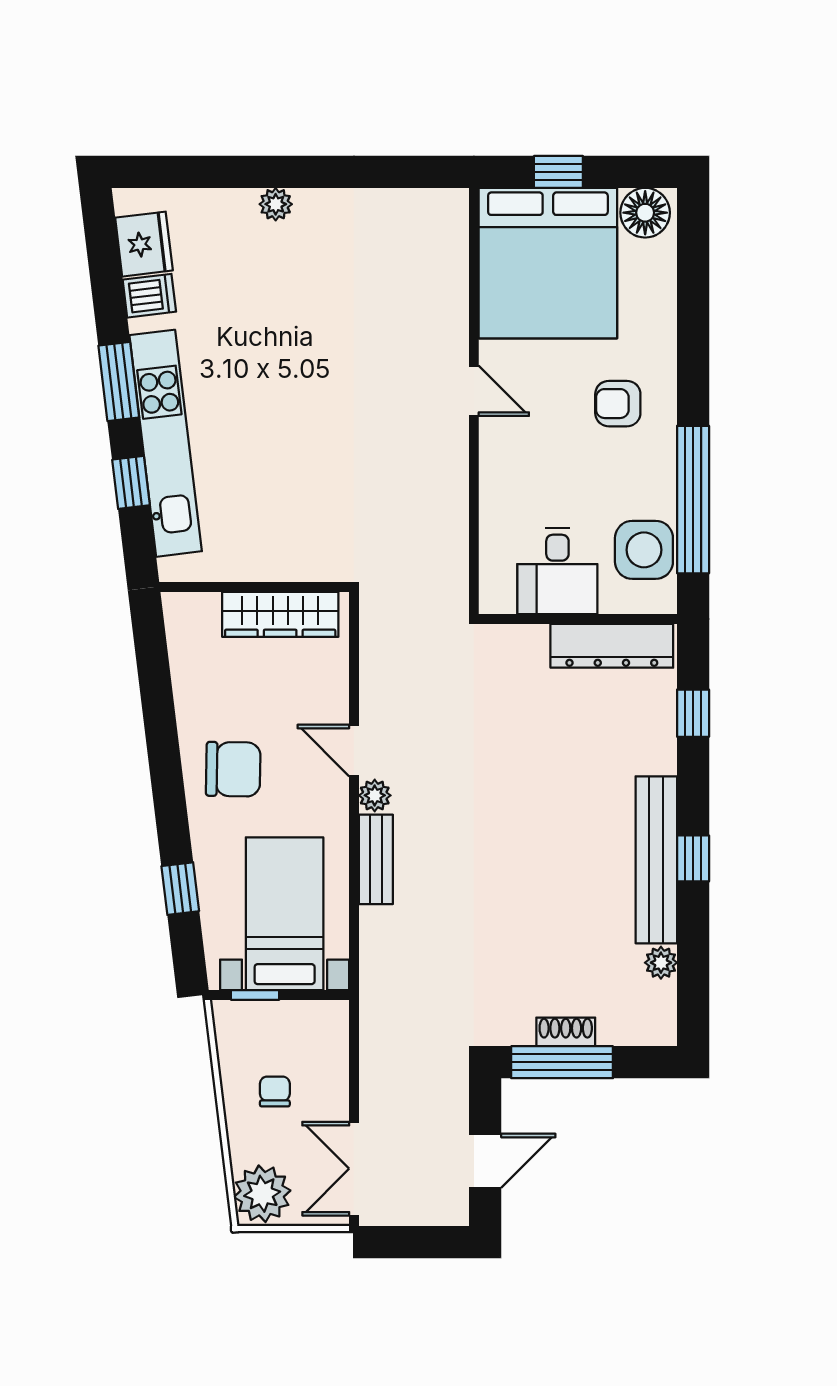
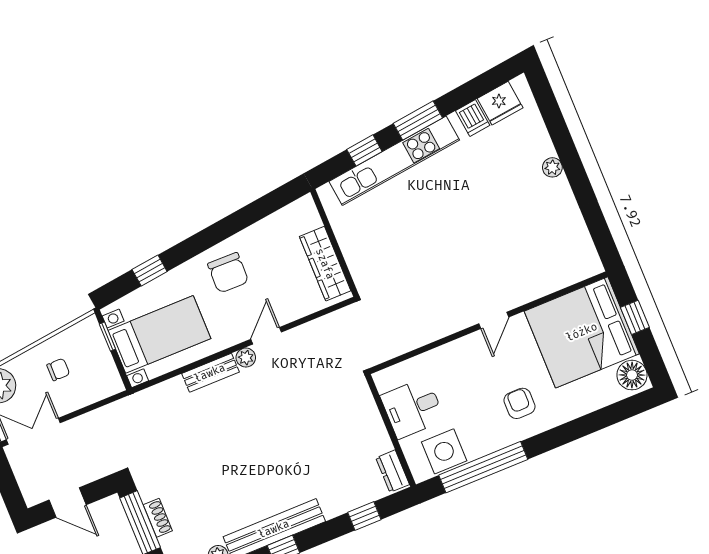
dresser: (612, 646) -> (393, 471), width x0.51, depth x0.80

